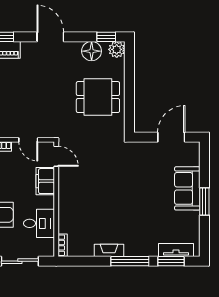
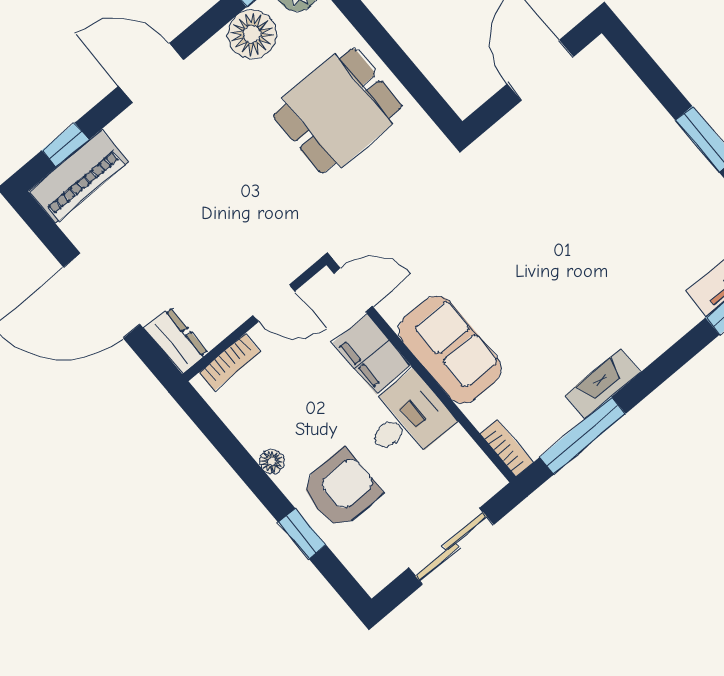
sofa: (187, 188) -> (450, 350), moved, turned 180
desk: (39, 223) -> (406, 419), moved
window: (130, 261) -> (583, 436), moved

